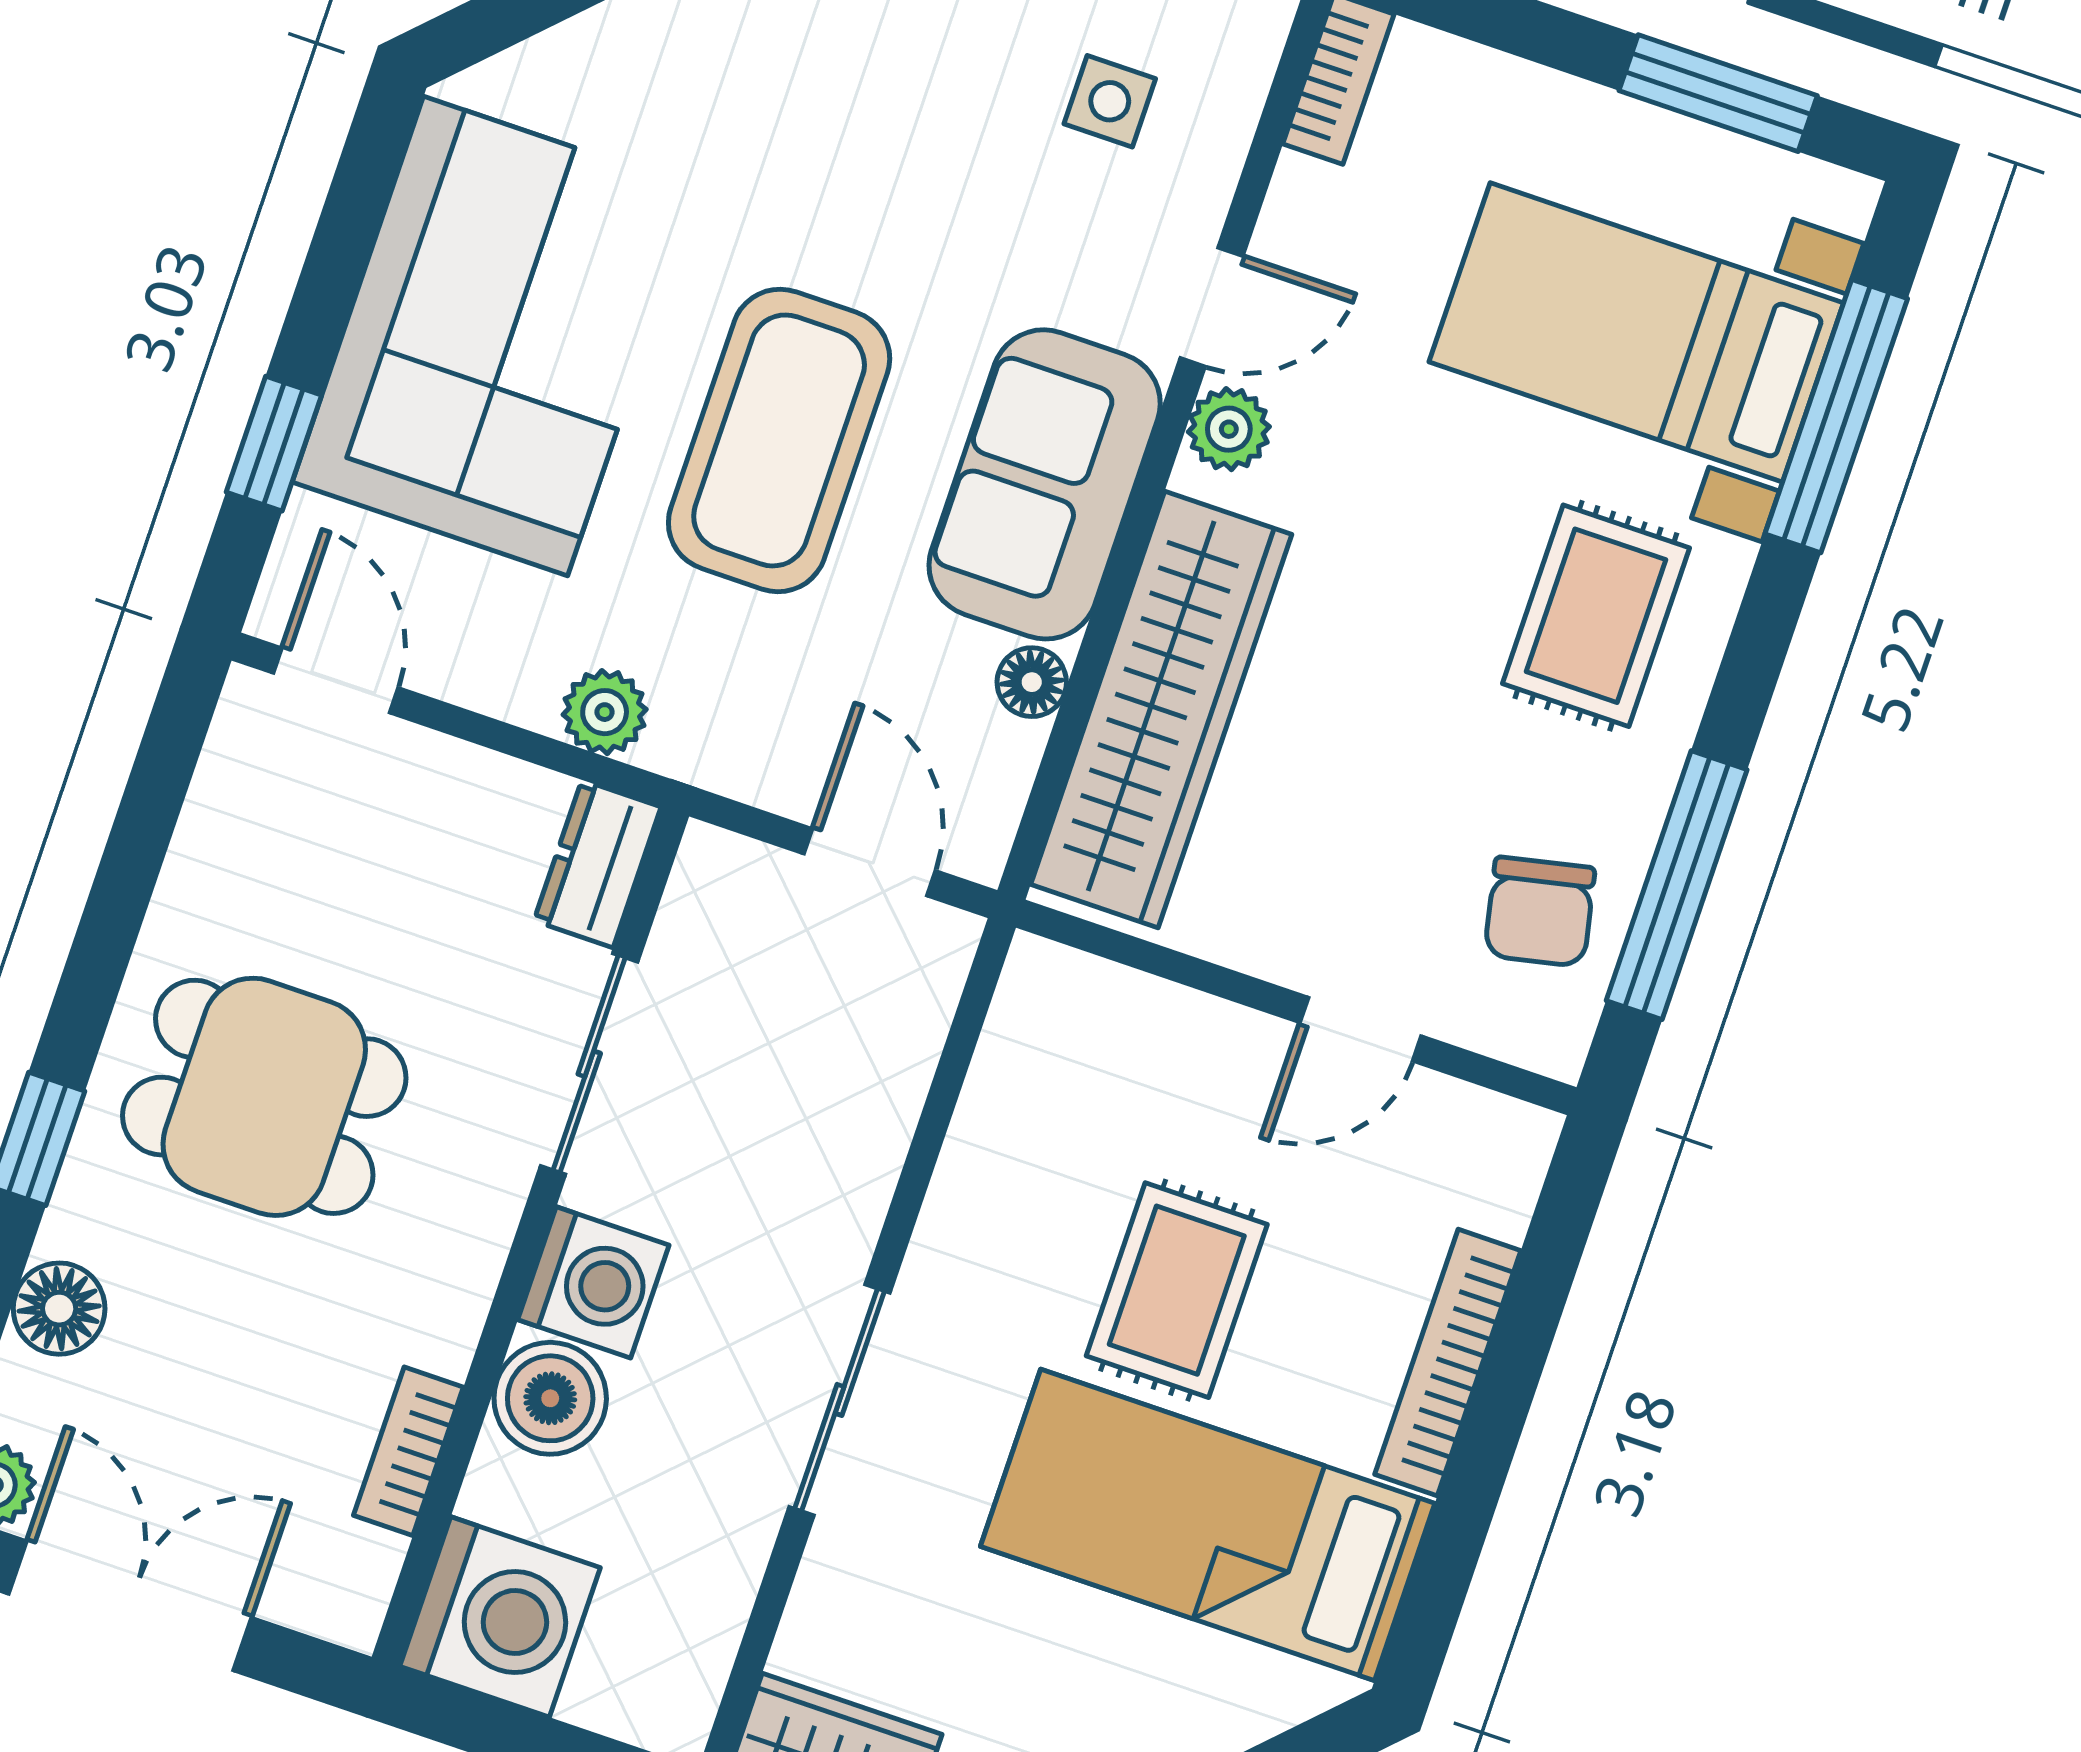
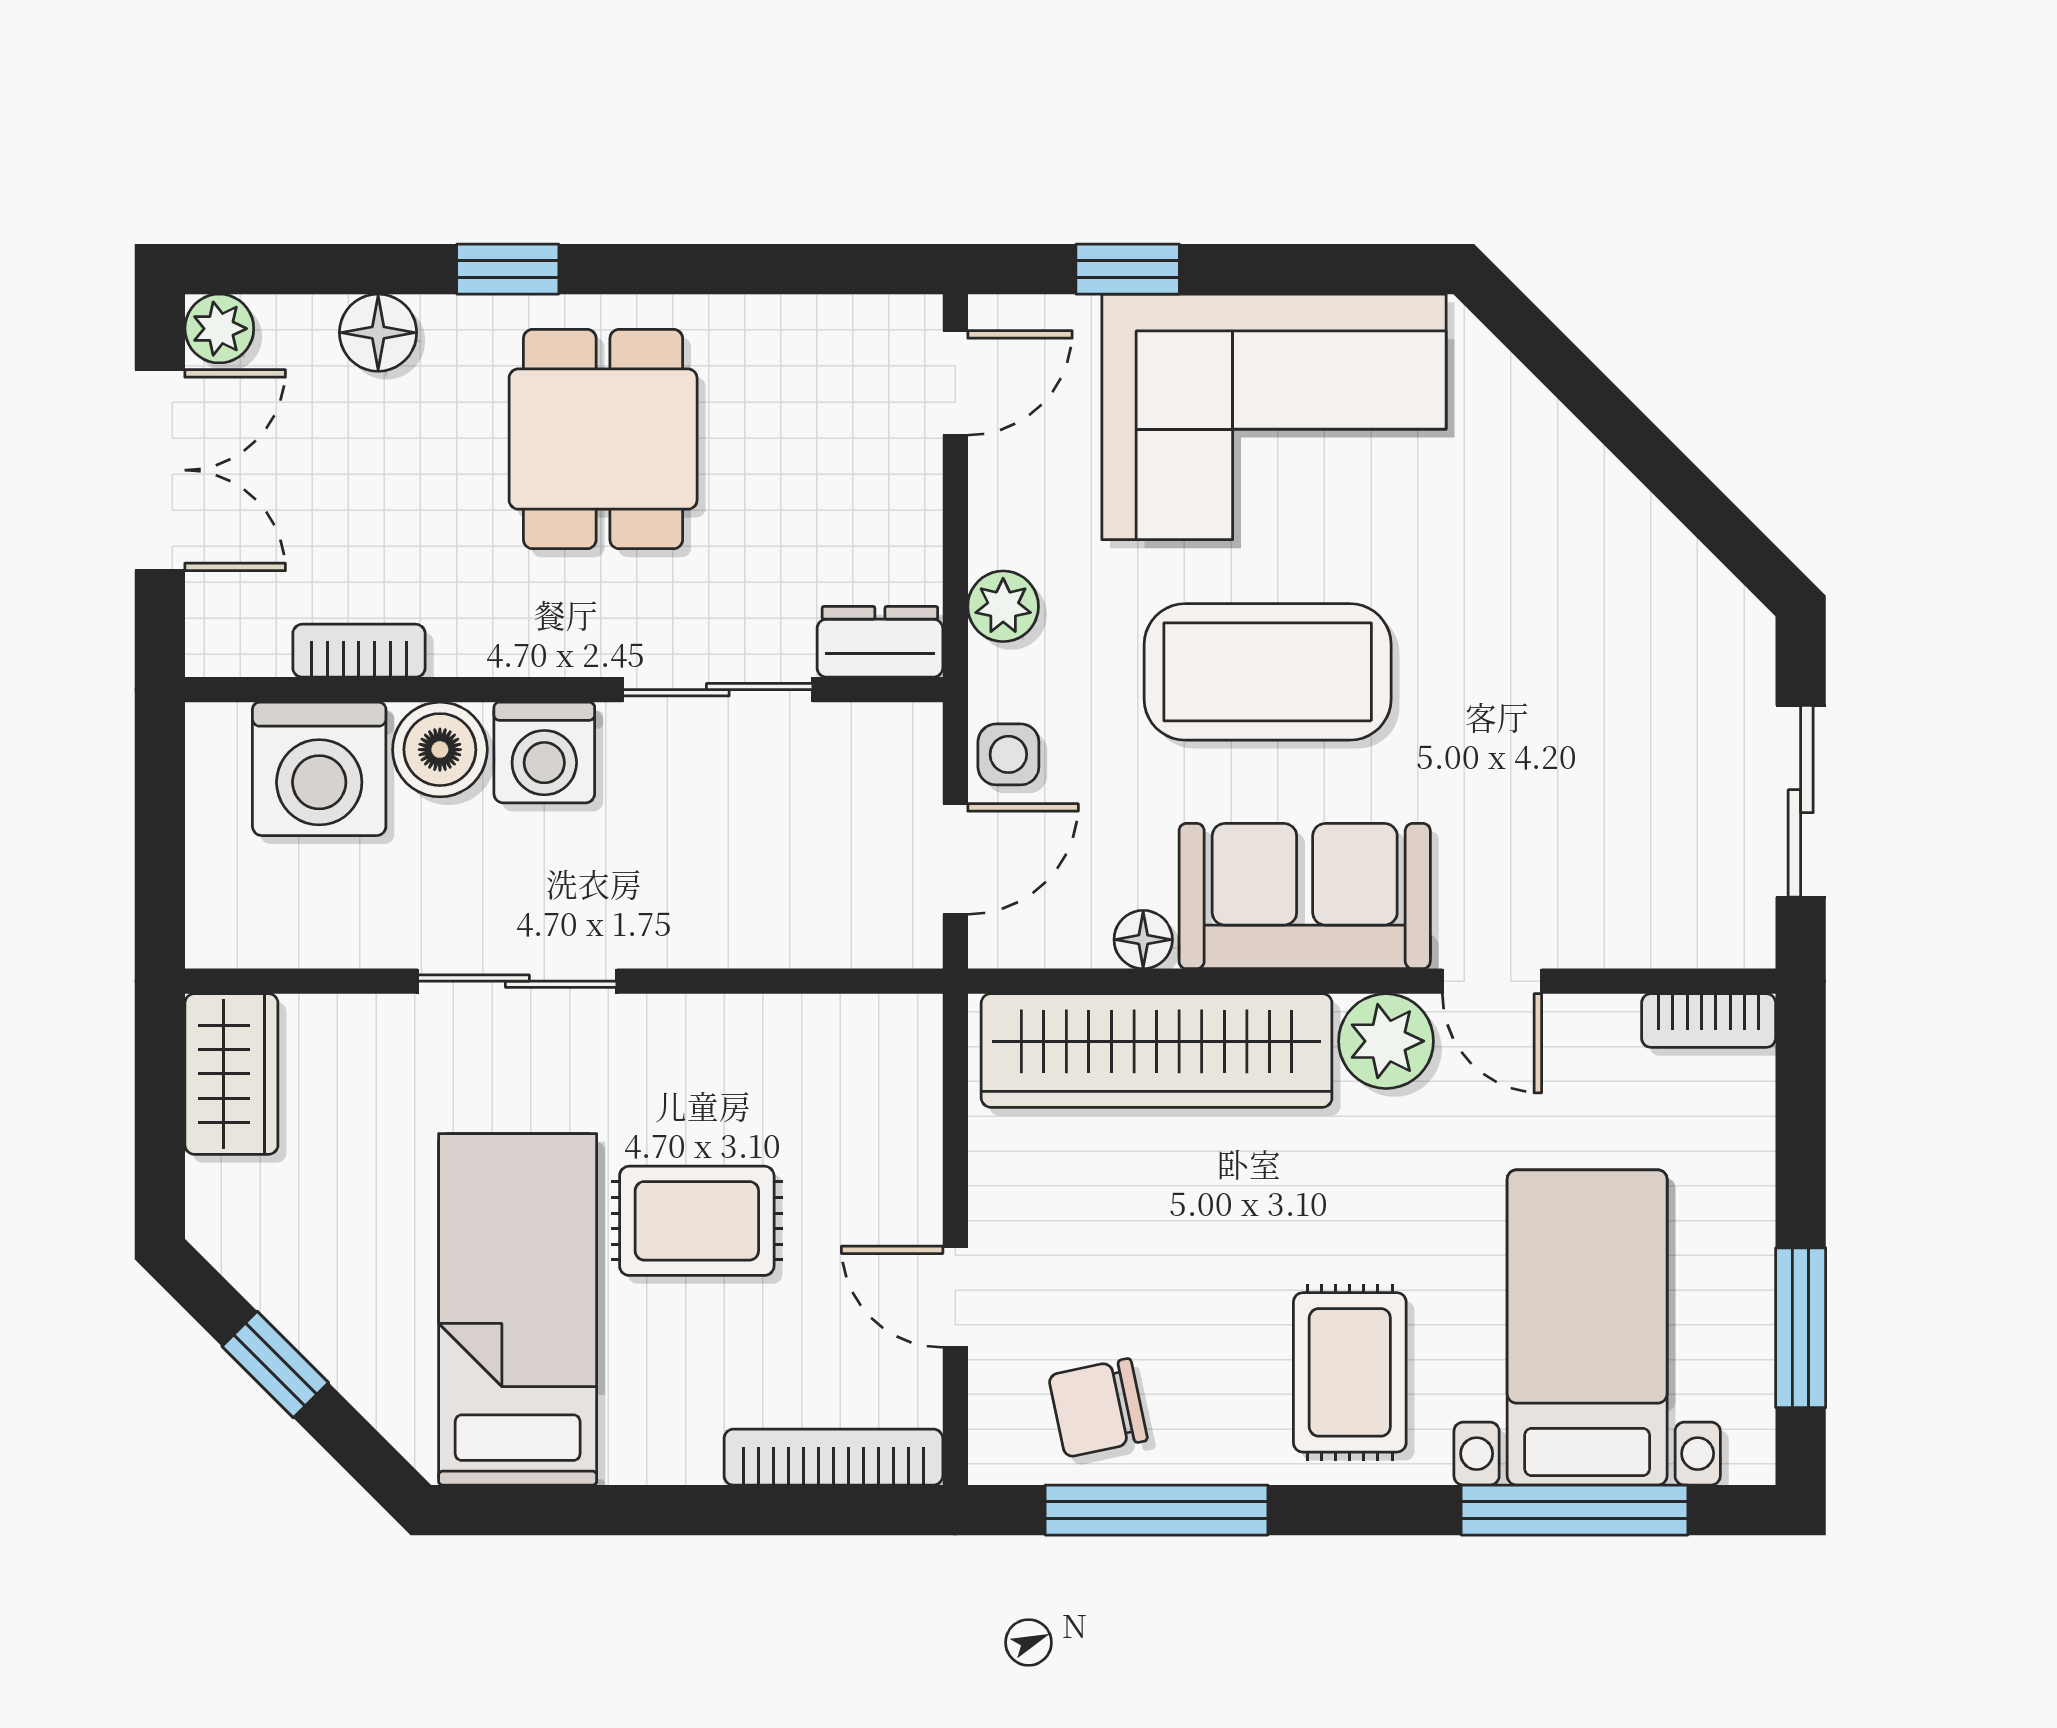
side table: (1110, 101) -> (1008, 754), moved
plant: (1229, 429) -> (1386, 1041), width x1.38, depth x1.38
rug: (1596, 616) -> (1350, 1372), turned 90
bookcase: (1448, 1362) -> (833, 1457), moved
washing machine: (500, 1617) -> (319, 769), moved

